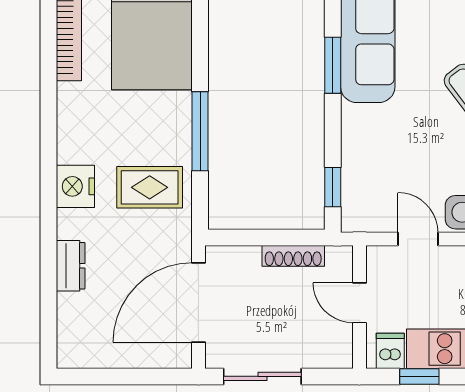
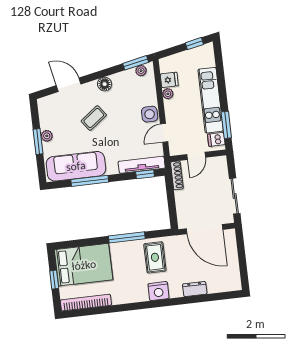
window: (333, 65) -> (90, 181), width x1.44
tv unit: (354, 182) -> (142, 165), added
shoe rack: (293, 256) -> (177, 175), moved
window: (419, 376) -> (226, 125), width x1.50

